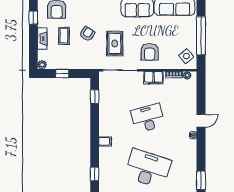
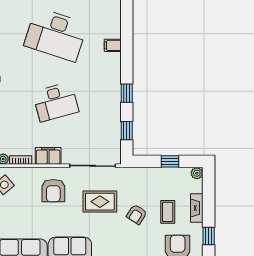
rug: (115, 43) -> (100, 202), turned 90
armchair: (150, 52) -> (53, 191), turned 180
filing cabinet: (105, 141) -> (113, 45), moved
window: (95, 174) -> (127, 93), moved

